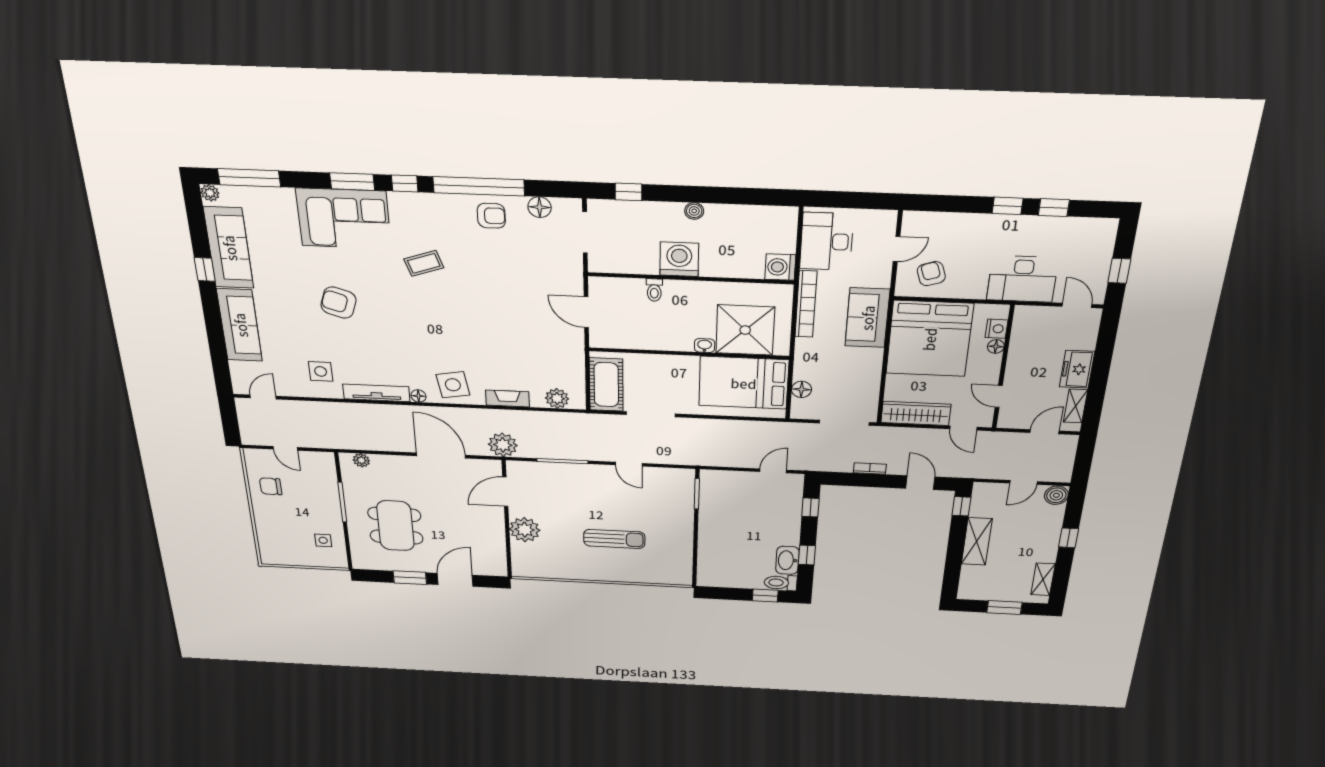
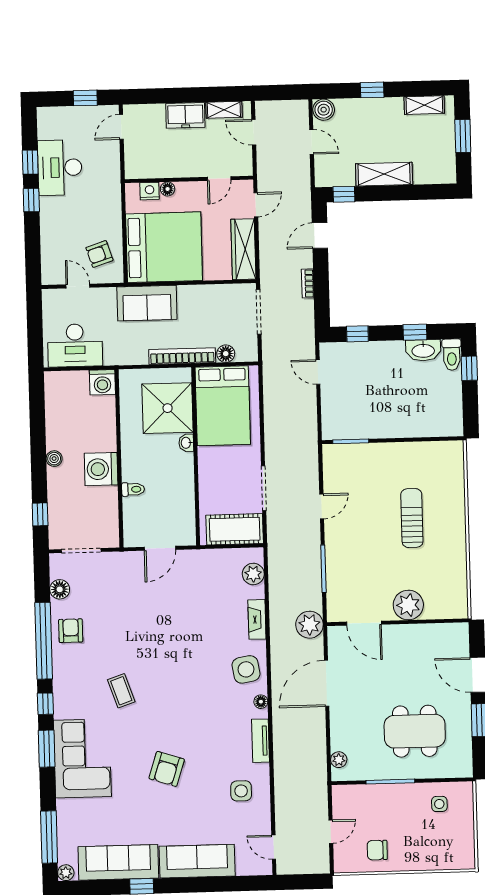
desk: (1022, 279) -> (60, 168), moved, turned 180
bookcase: (806, 304) -> (182, 356), moved
tv unit: (376, 393) -> (261, 741), width x0.71
chair: (271, 486) -> (377, 850), turned 90

